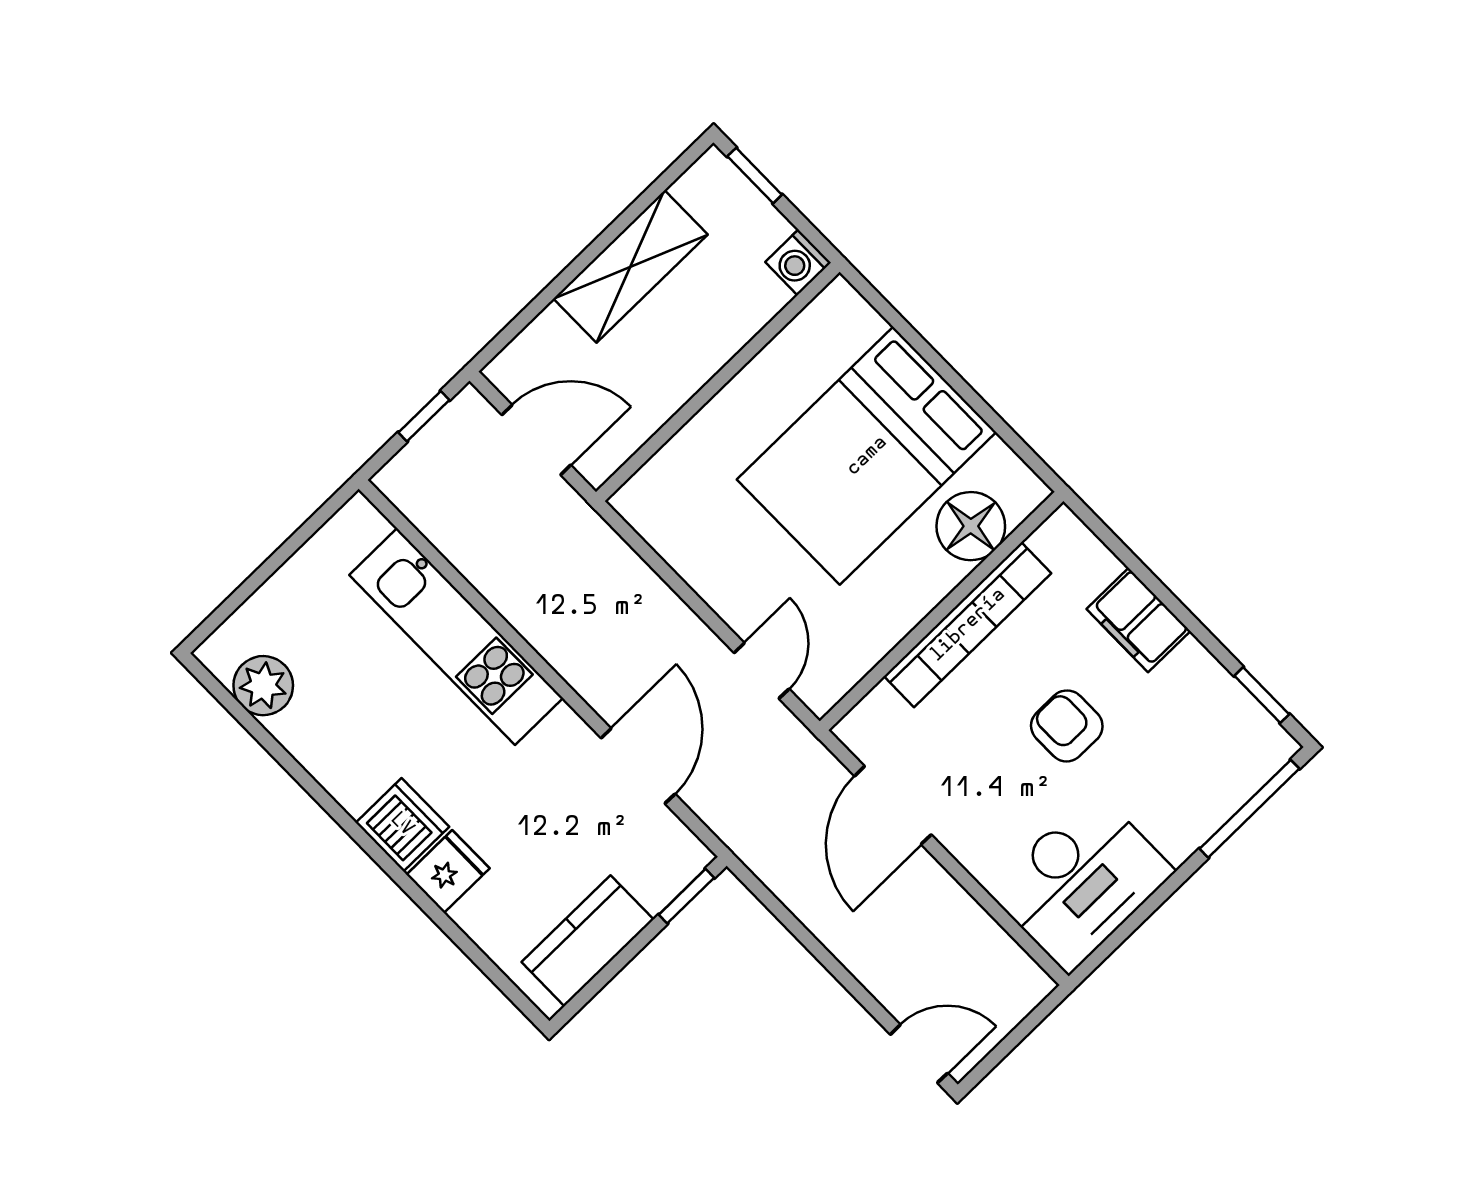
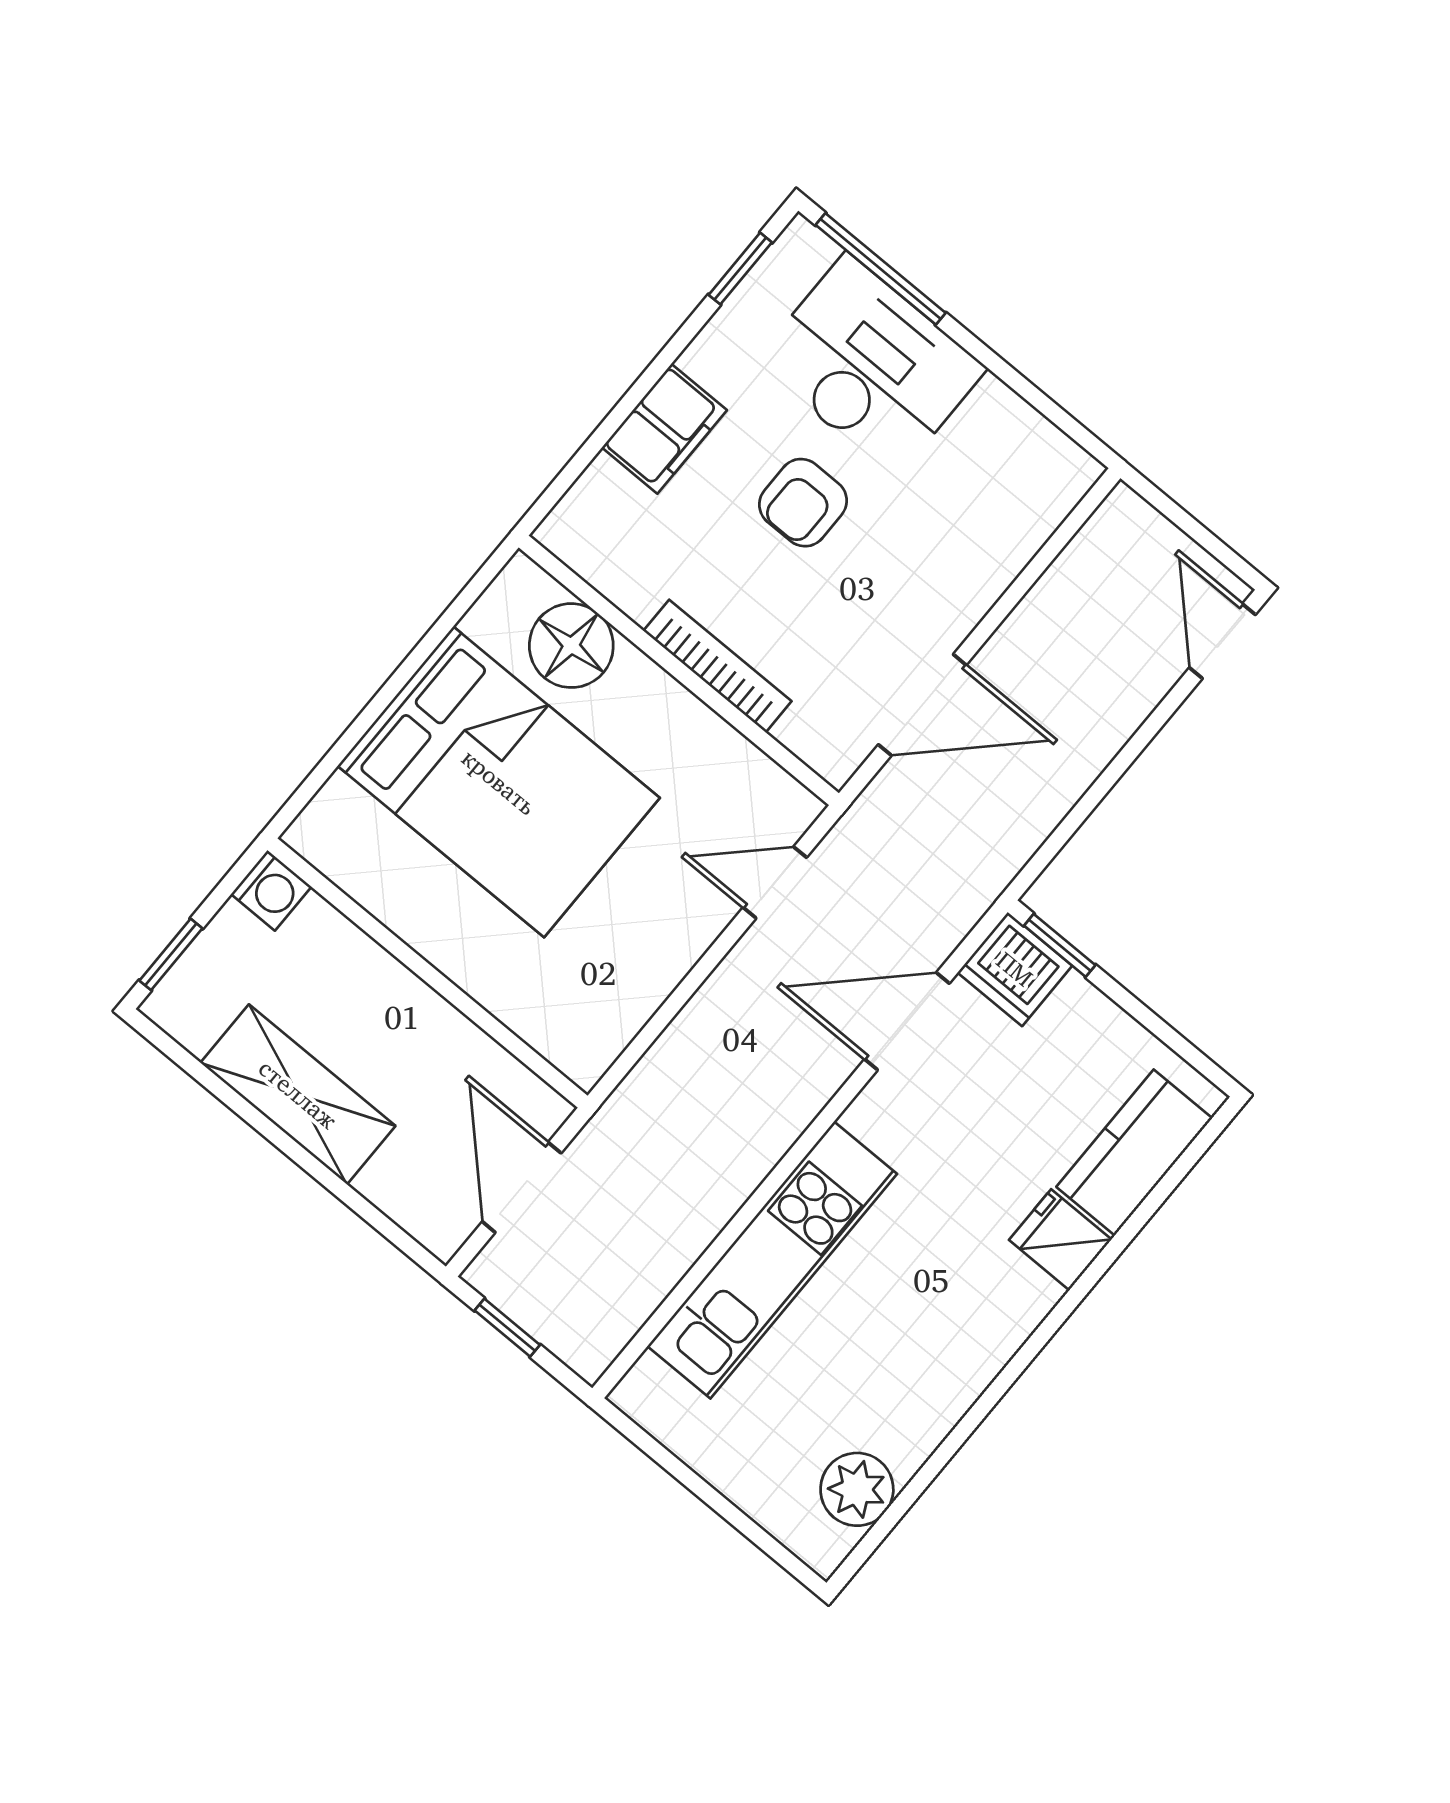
bookcase: (968, 625) -> (717, 666), width x0.68, depth x0.76
dishwasher: (402, 825) -> (1015, 969), moved, turned -90
desk: (1081, 881) -> (871, 365), moved
kitchen counter: (587, 941) -> (1134, 1152), moved, turned 90

